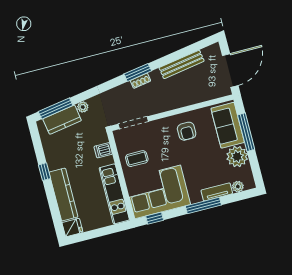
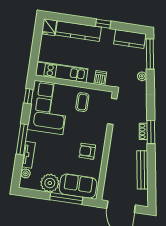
kitchen counter: (62, 120) -> (130, 39), moved, turned -81

